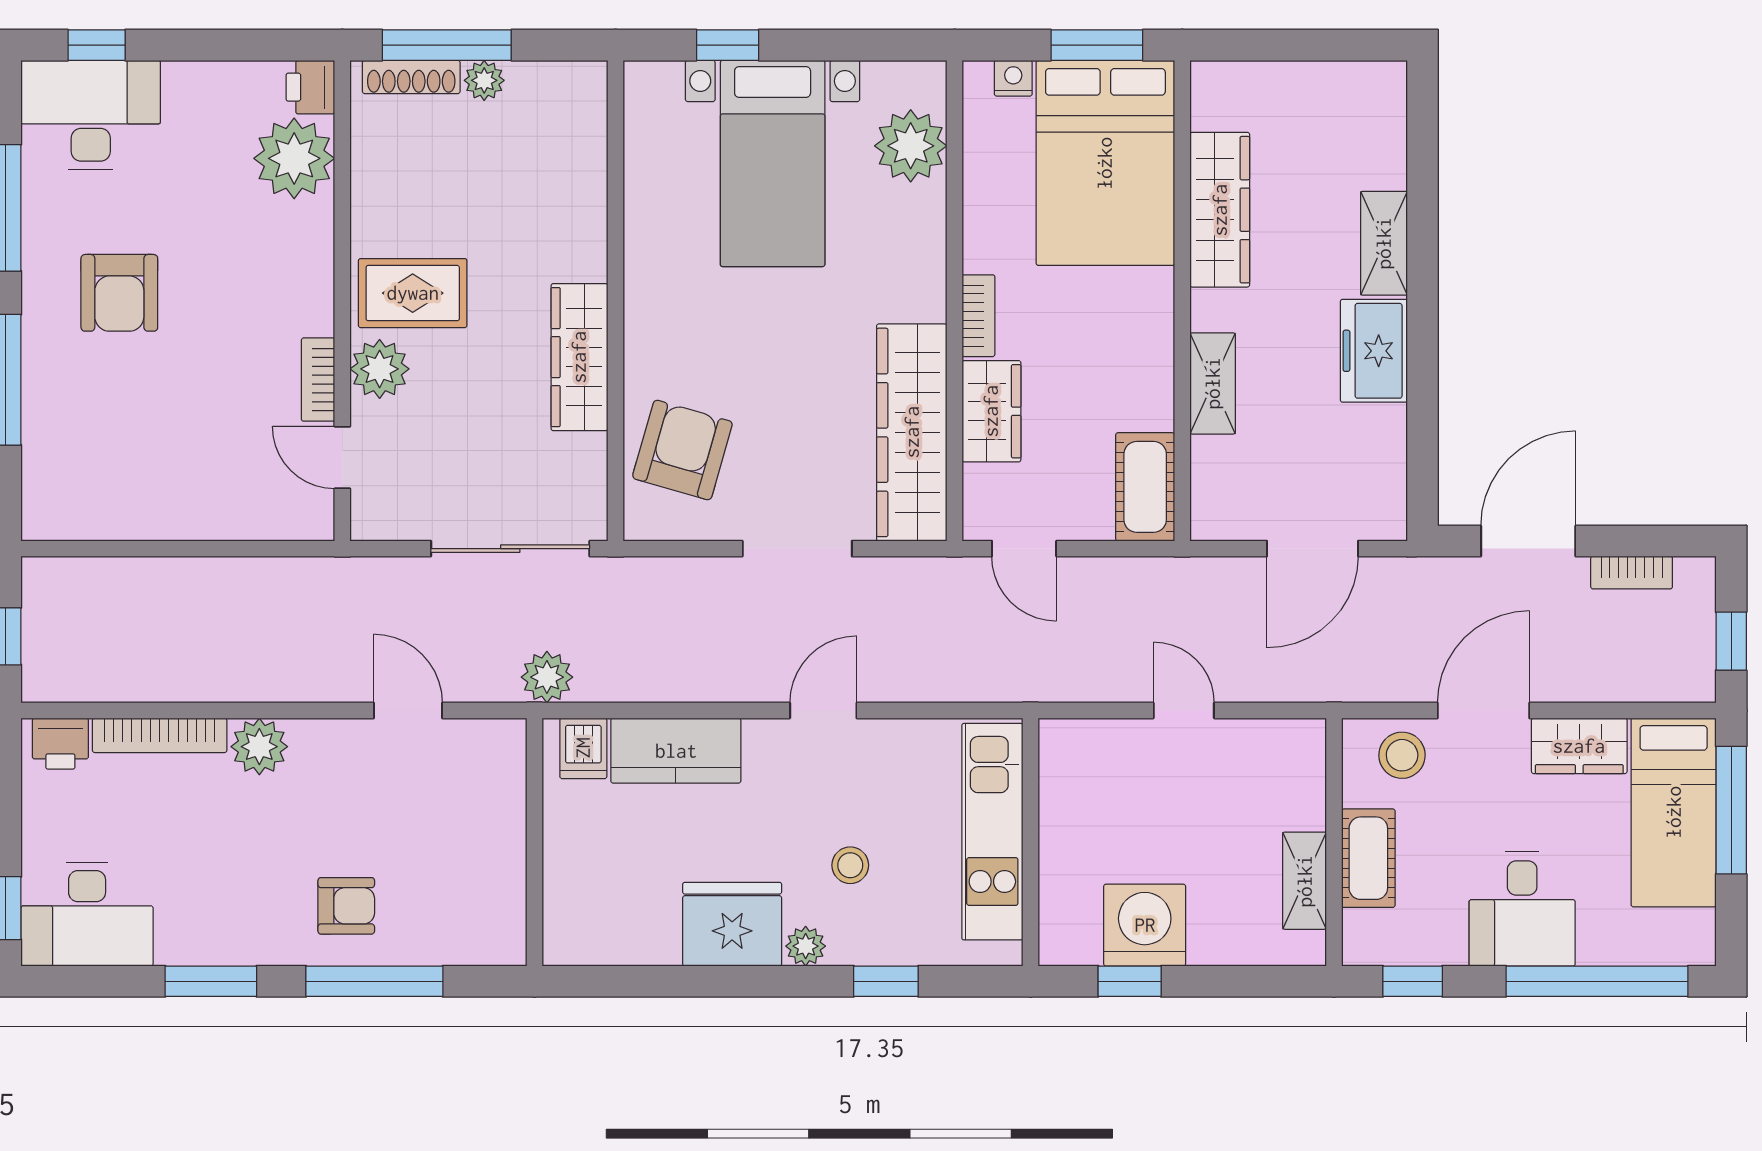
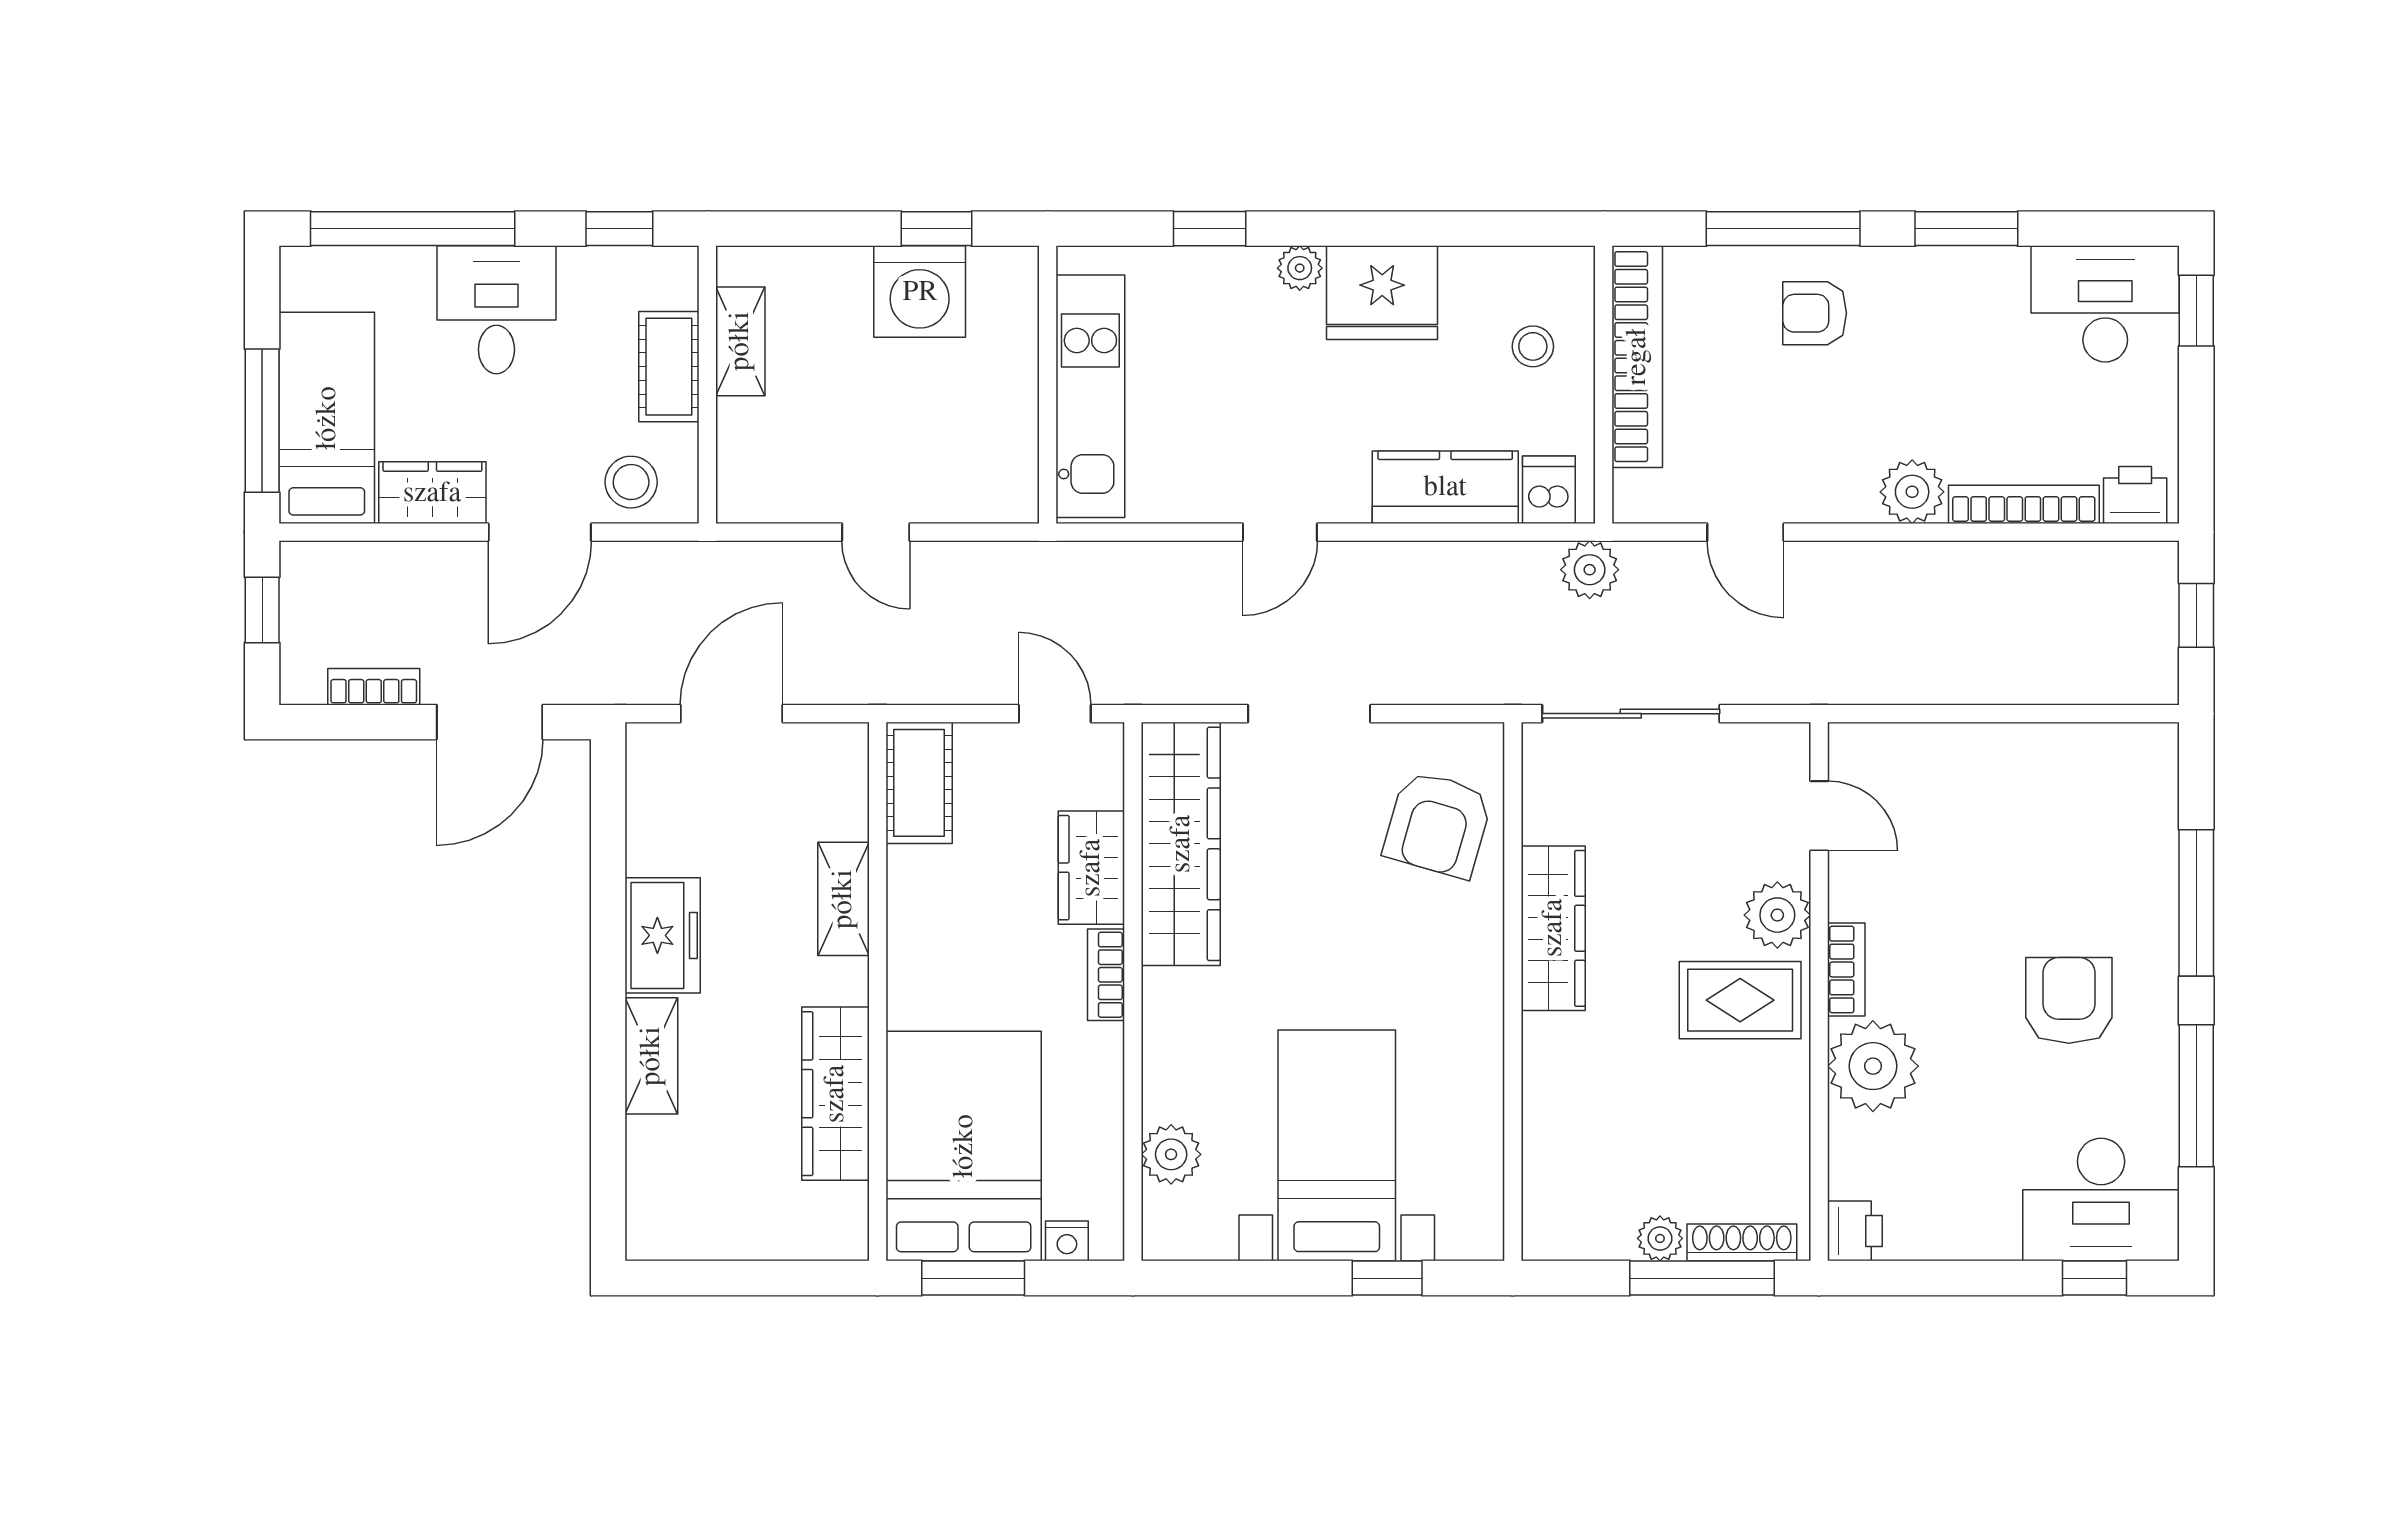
plant: (911, 146) -> (1171, 1154), width x0.73, depth x0.73
plant: (294, 158) -> (1873, 1066), moved
bookcase: (318, 380) -> (1846, 970), moved
stool: (850, 865) -> (1533, 346), moved
bookcase: (505, 867) -> (1637, 357), added

